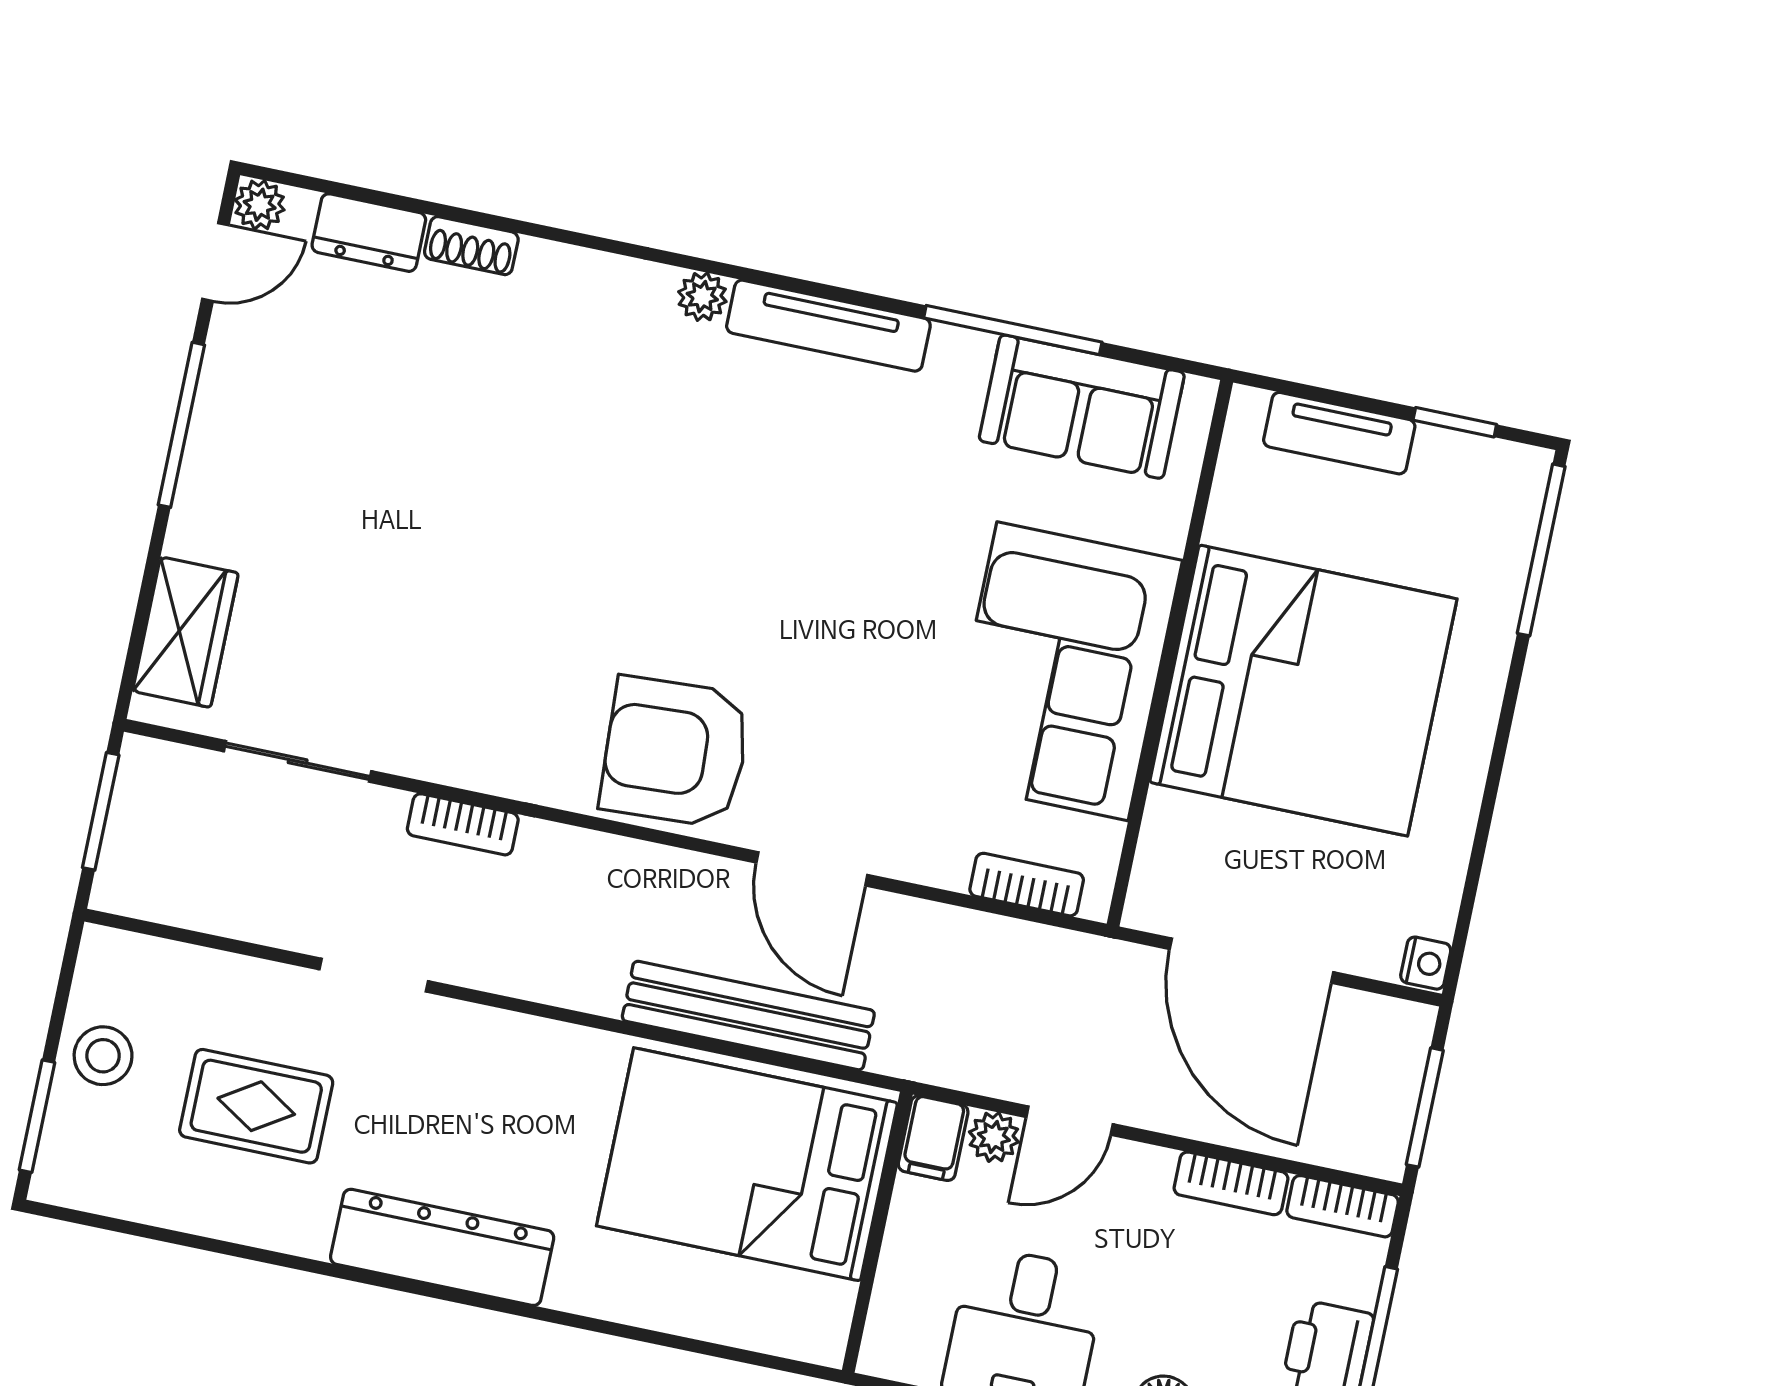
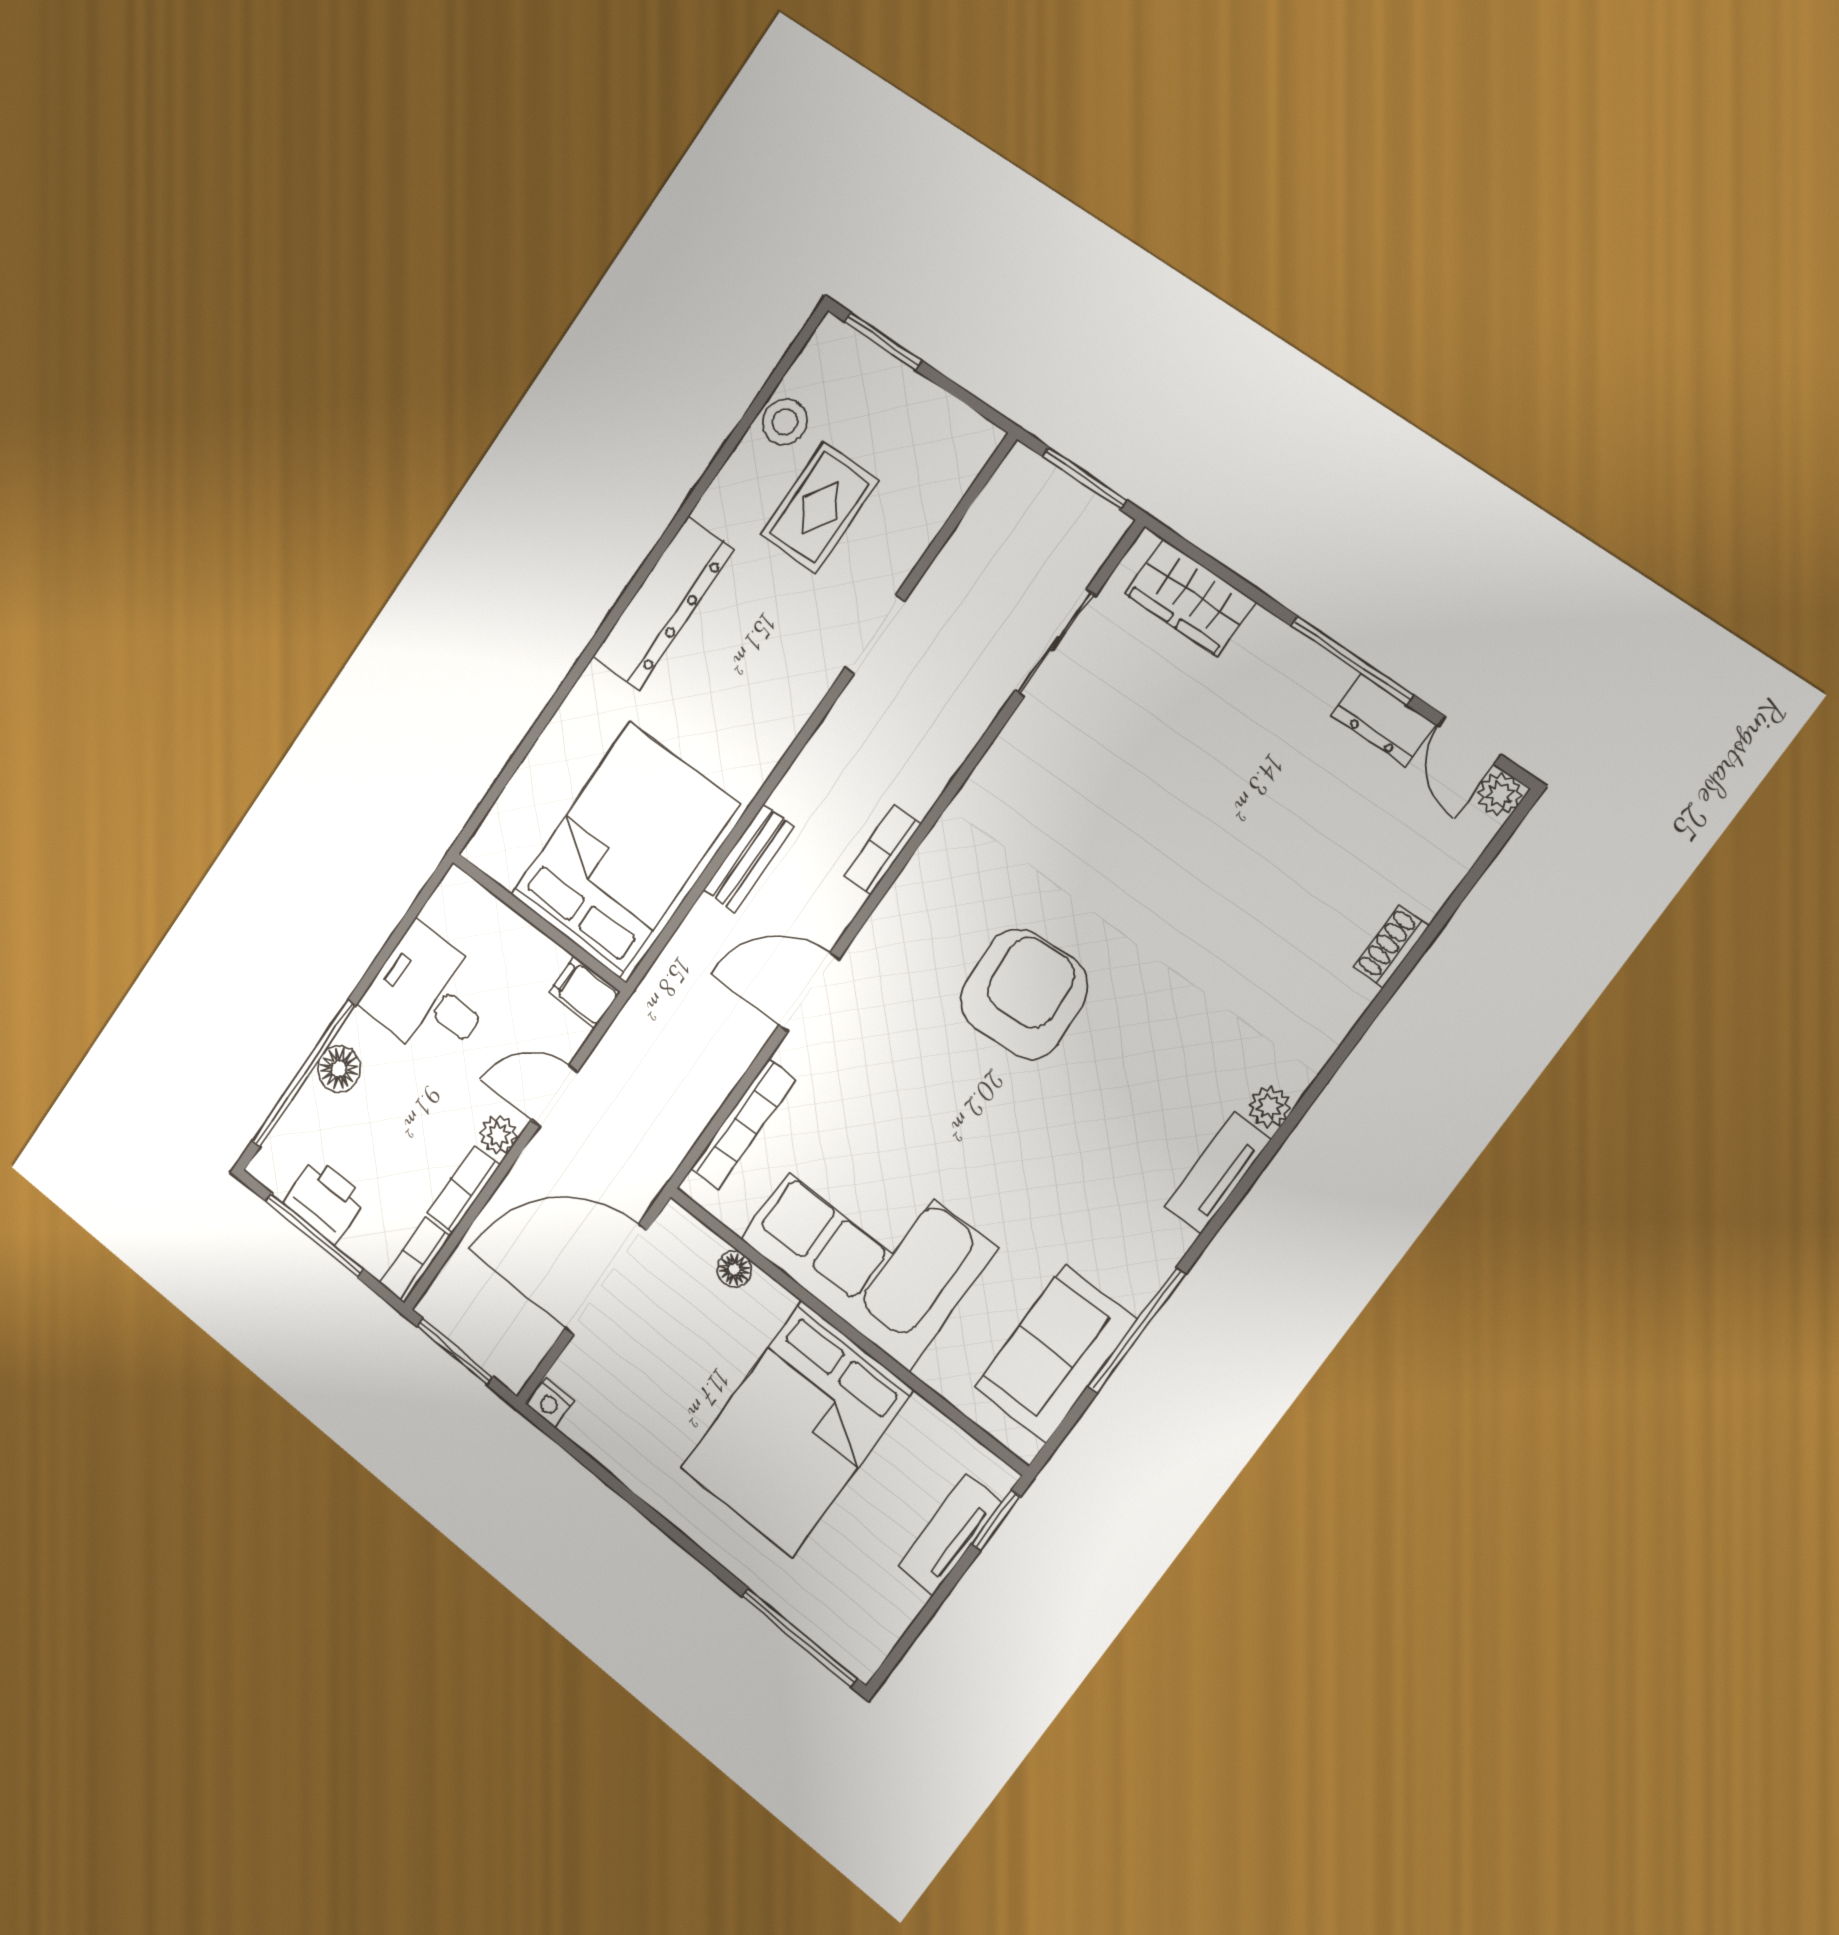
dresser: (369, 233) -> (1383, 720), moved, turned -90
tv unit: (828, 326) -> (1218, 1173), width x0.71
window: (1455, 422) -> (996, 1520), moved
bed: (1303, 691) -> (797, 1429), width x0.73
armchair: (675, 752) -> (1024, 994), moved
floor lamp: (1166, 814) -> (734, 1269), added
bookcase: (463, 824) -> (883, 850), moved
bookcase: (1027, 885) -> (743, 1124), width x1.56
bench: (748, 1016) -> (749, 858), width x0.54, depth x0.82
stool: (103, 1056) -> (785, 422), moved
door: (1070, 1121) -> (554, 1096), hinge flipped
plant: (994, 1137) -> (498, 1135), moved

